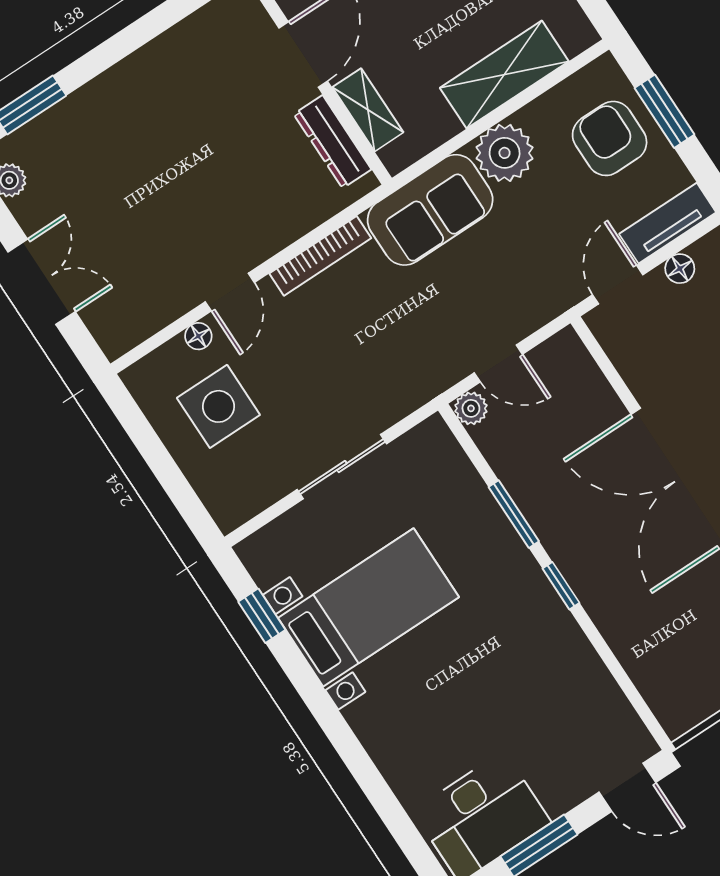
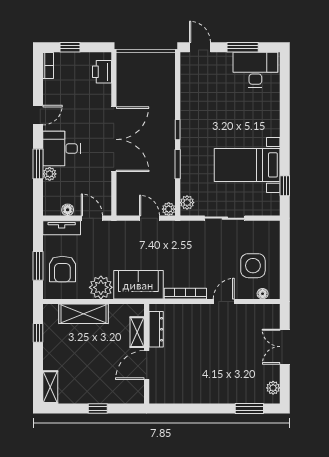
door: (618, 285) -> (92, 218), swing flipped
floor lamp: (198, 336) -> (263, 294), moved
plant: (442, 447) -> (187, 203), added

